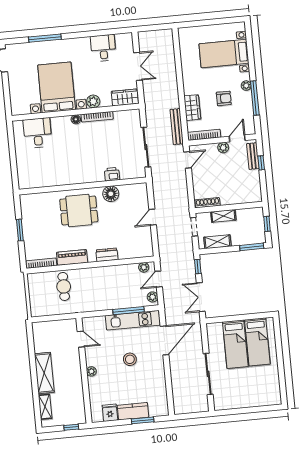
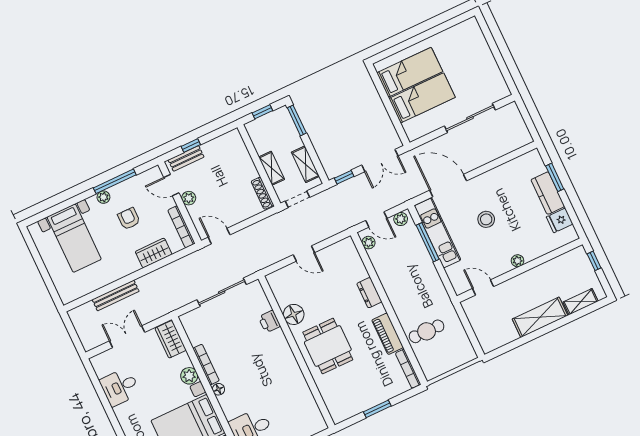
bench: (177, 127) -> (116, 295), moved
door: (81, 339) -> (483, 287), hinge flipped

